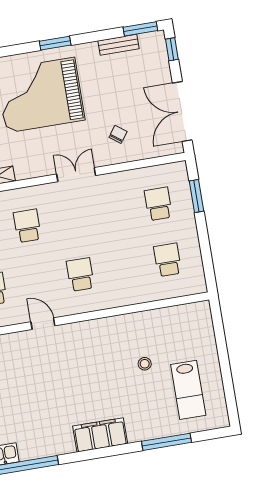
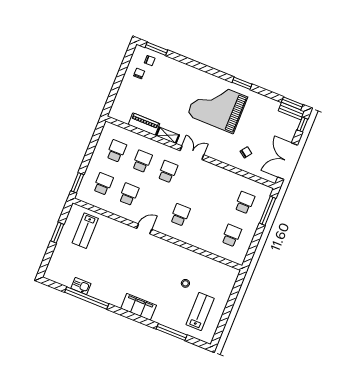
bench: (118, 45) -> (291, 111), moved
double door: (76, 175) -> (192, 153), moved
window: (196, 196) -> (268, 211), width x1.44
door: (43, 324) -> (144, 229), hinge flipped
lab bench: (188, 390) -> (200, 311), turned 180

